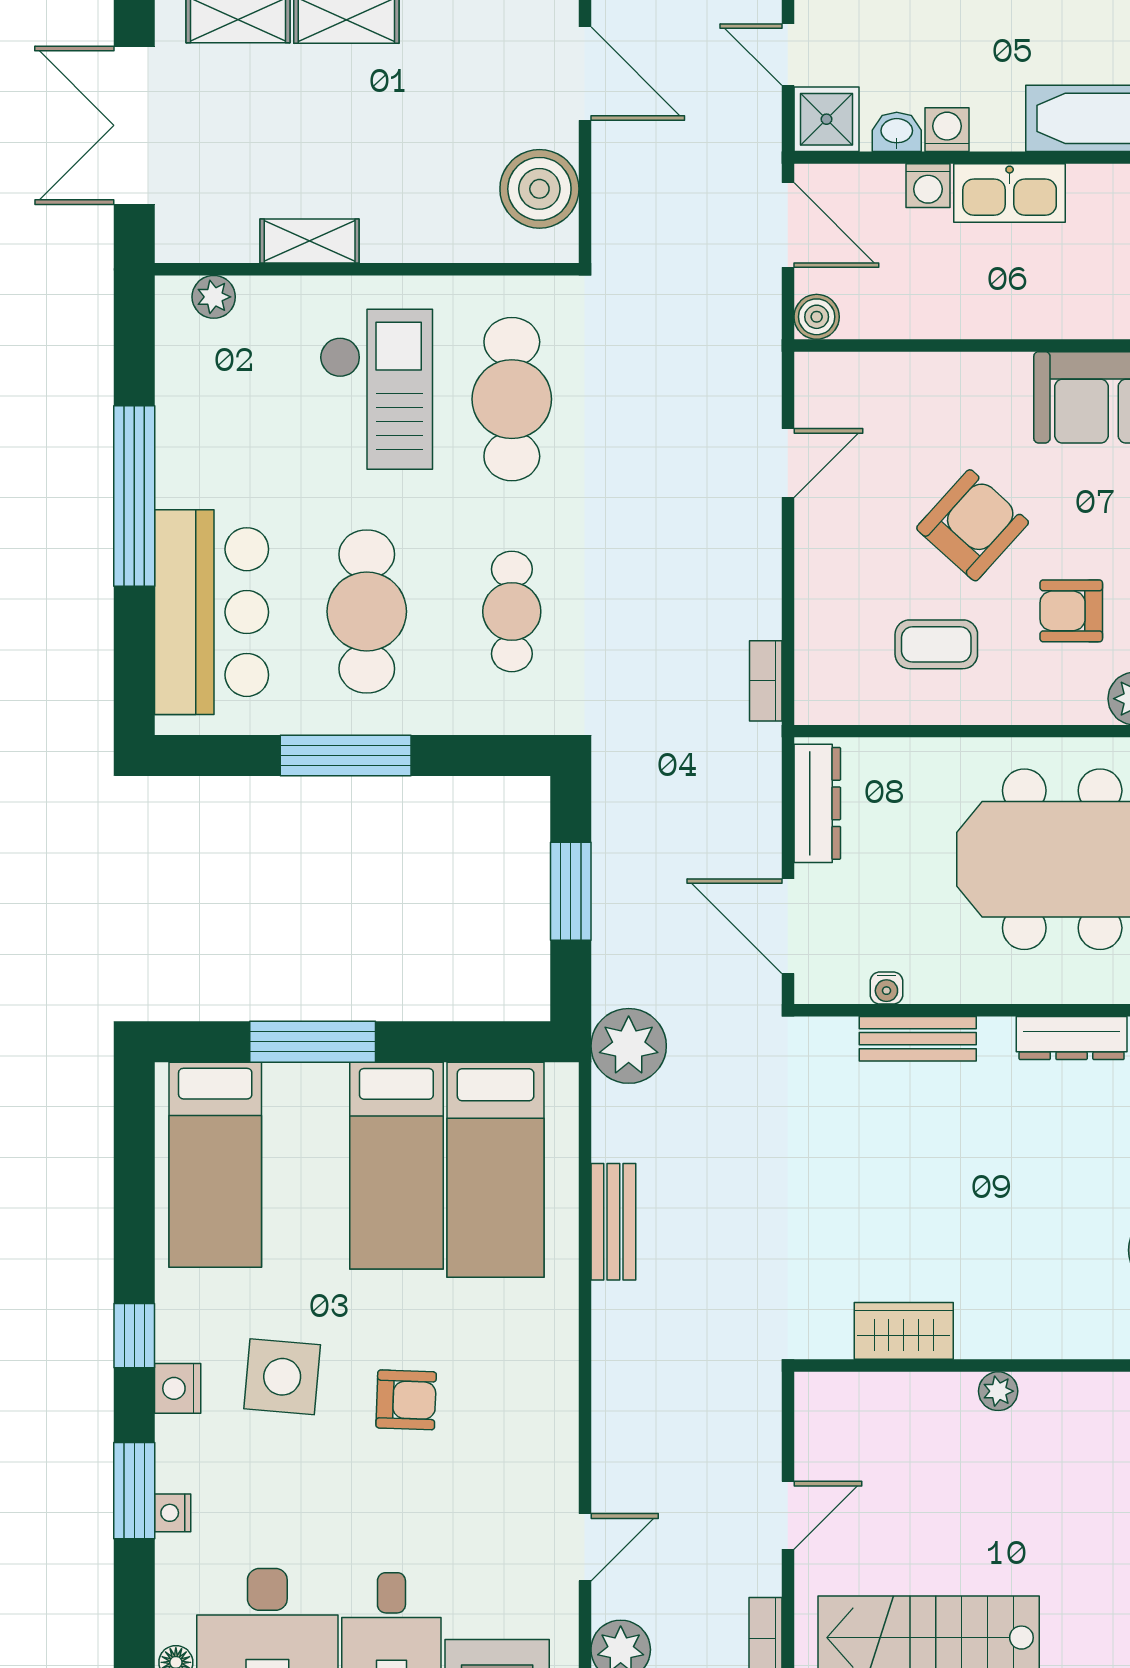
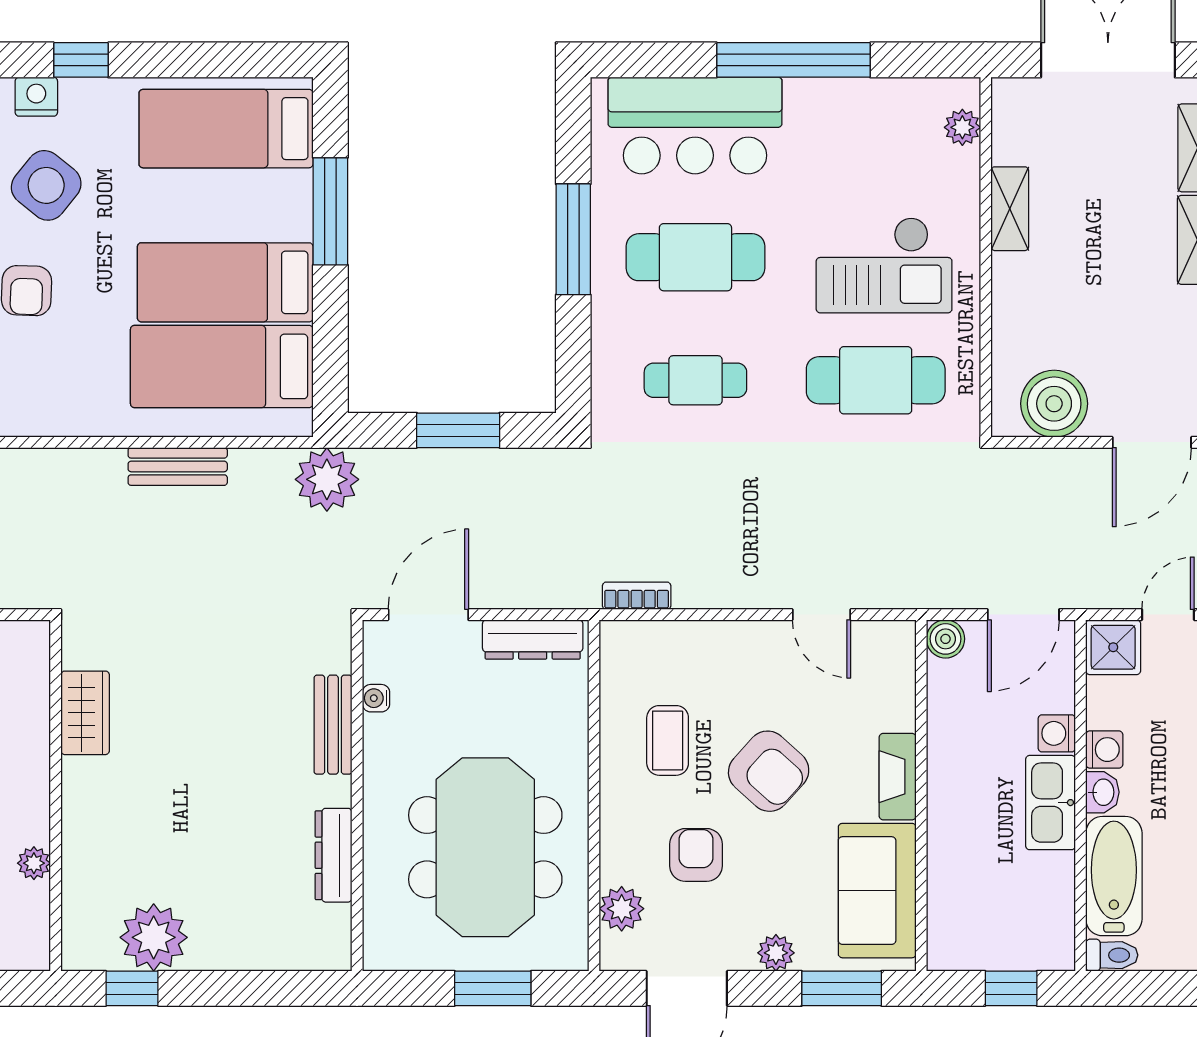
washbasin: (897, 132) -> (1102, 792), moved
fireplace: (979, 373) -> (898, 777), added
side table: (282, 1377) -> (46, 185), turned 34
plant: (998, 1391) -> (34, 863), moved

